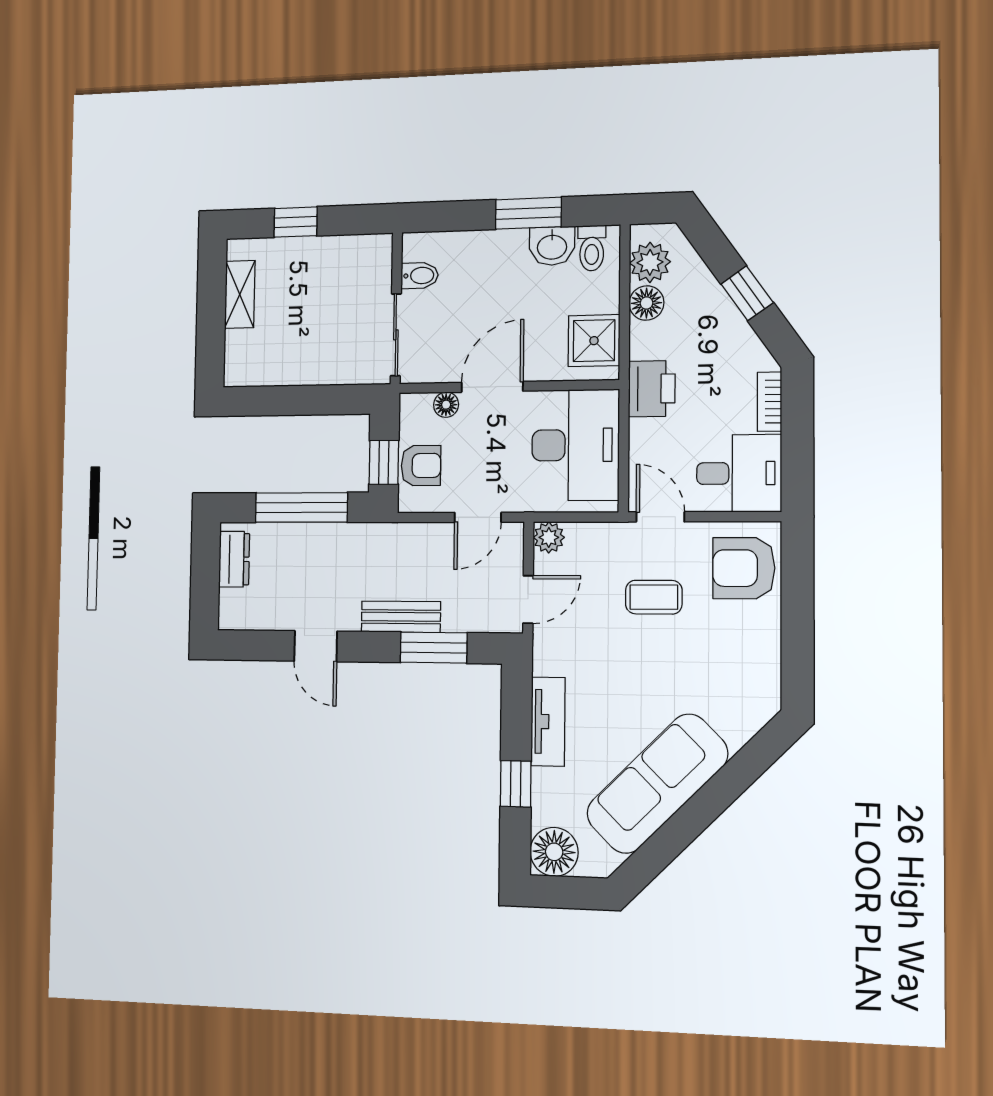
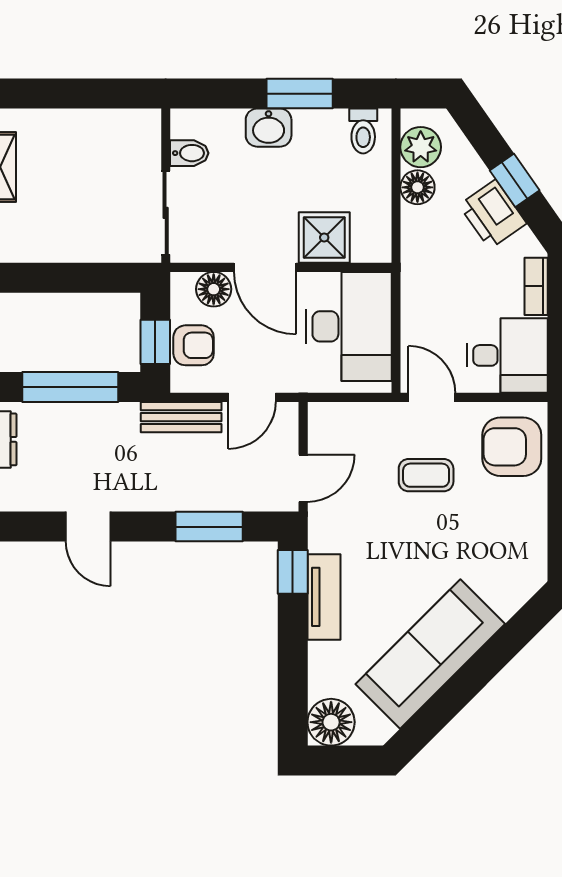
window: (296, 222) -> (58, 94), removed
washbasin: (552, 246) -> (269, 128), moved
shower: (594, 341) -> (324, 237), moved
door: (492, 387) -> (265, 267), swing flipped
printer: (652, 389) -> (493, 214), moved, turned 145
floor lamp: (446, 405) -> (214, 289), width x1.37, depth x1.37
plant: (549, 537) -> (323, 417), removed
bench: (401, 617) -> (181, 417), moved
window: (516, 784) -> (293, 572), moved

